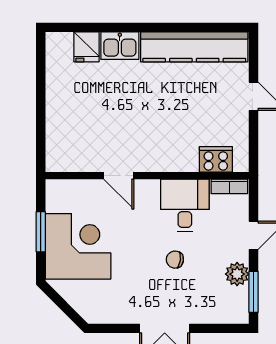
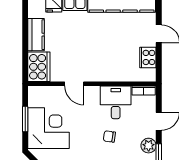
kitchen counter: (58, 98) -> (36, 35), added
cooker: (63, 149) -> (39, 67), added
cooker: (216, 159) -> (148, 57), moved, turned -90

